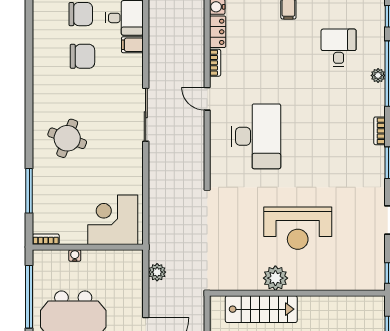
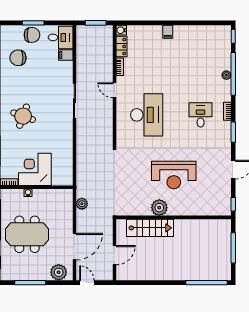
desk: (339, 48) -> (201, 115), moved
chair: (82, 56) -> (18, 58), moved, turned 180
corner desk: (113, 220) -> (35, 169), moved

